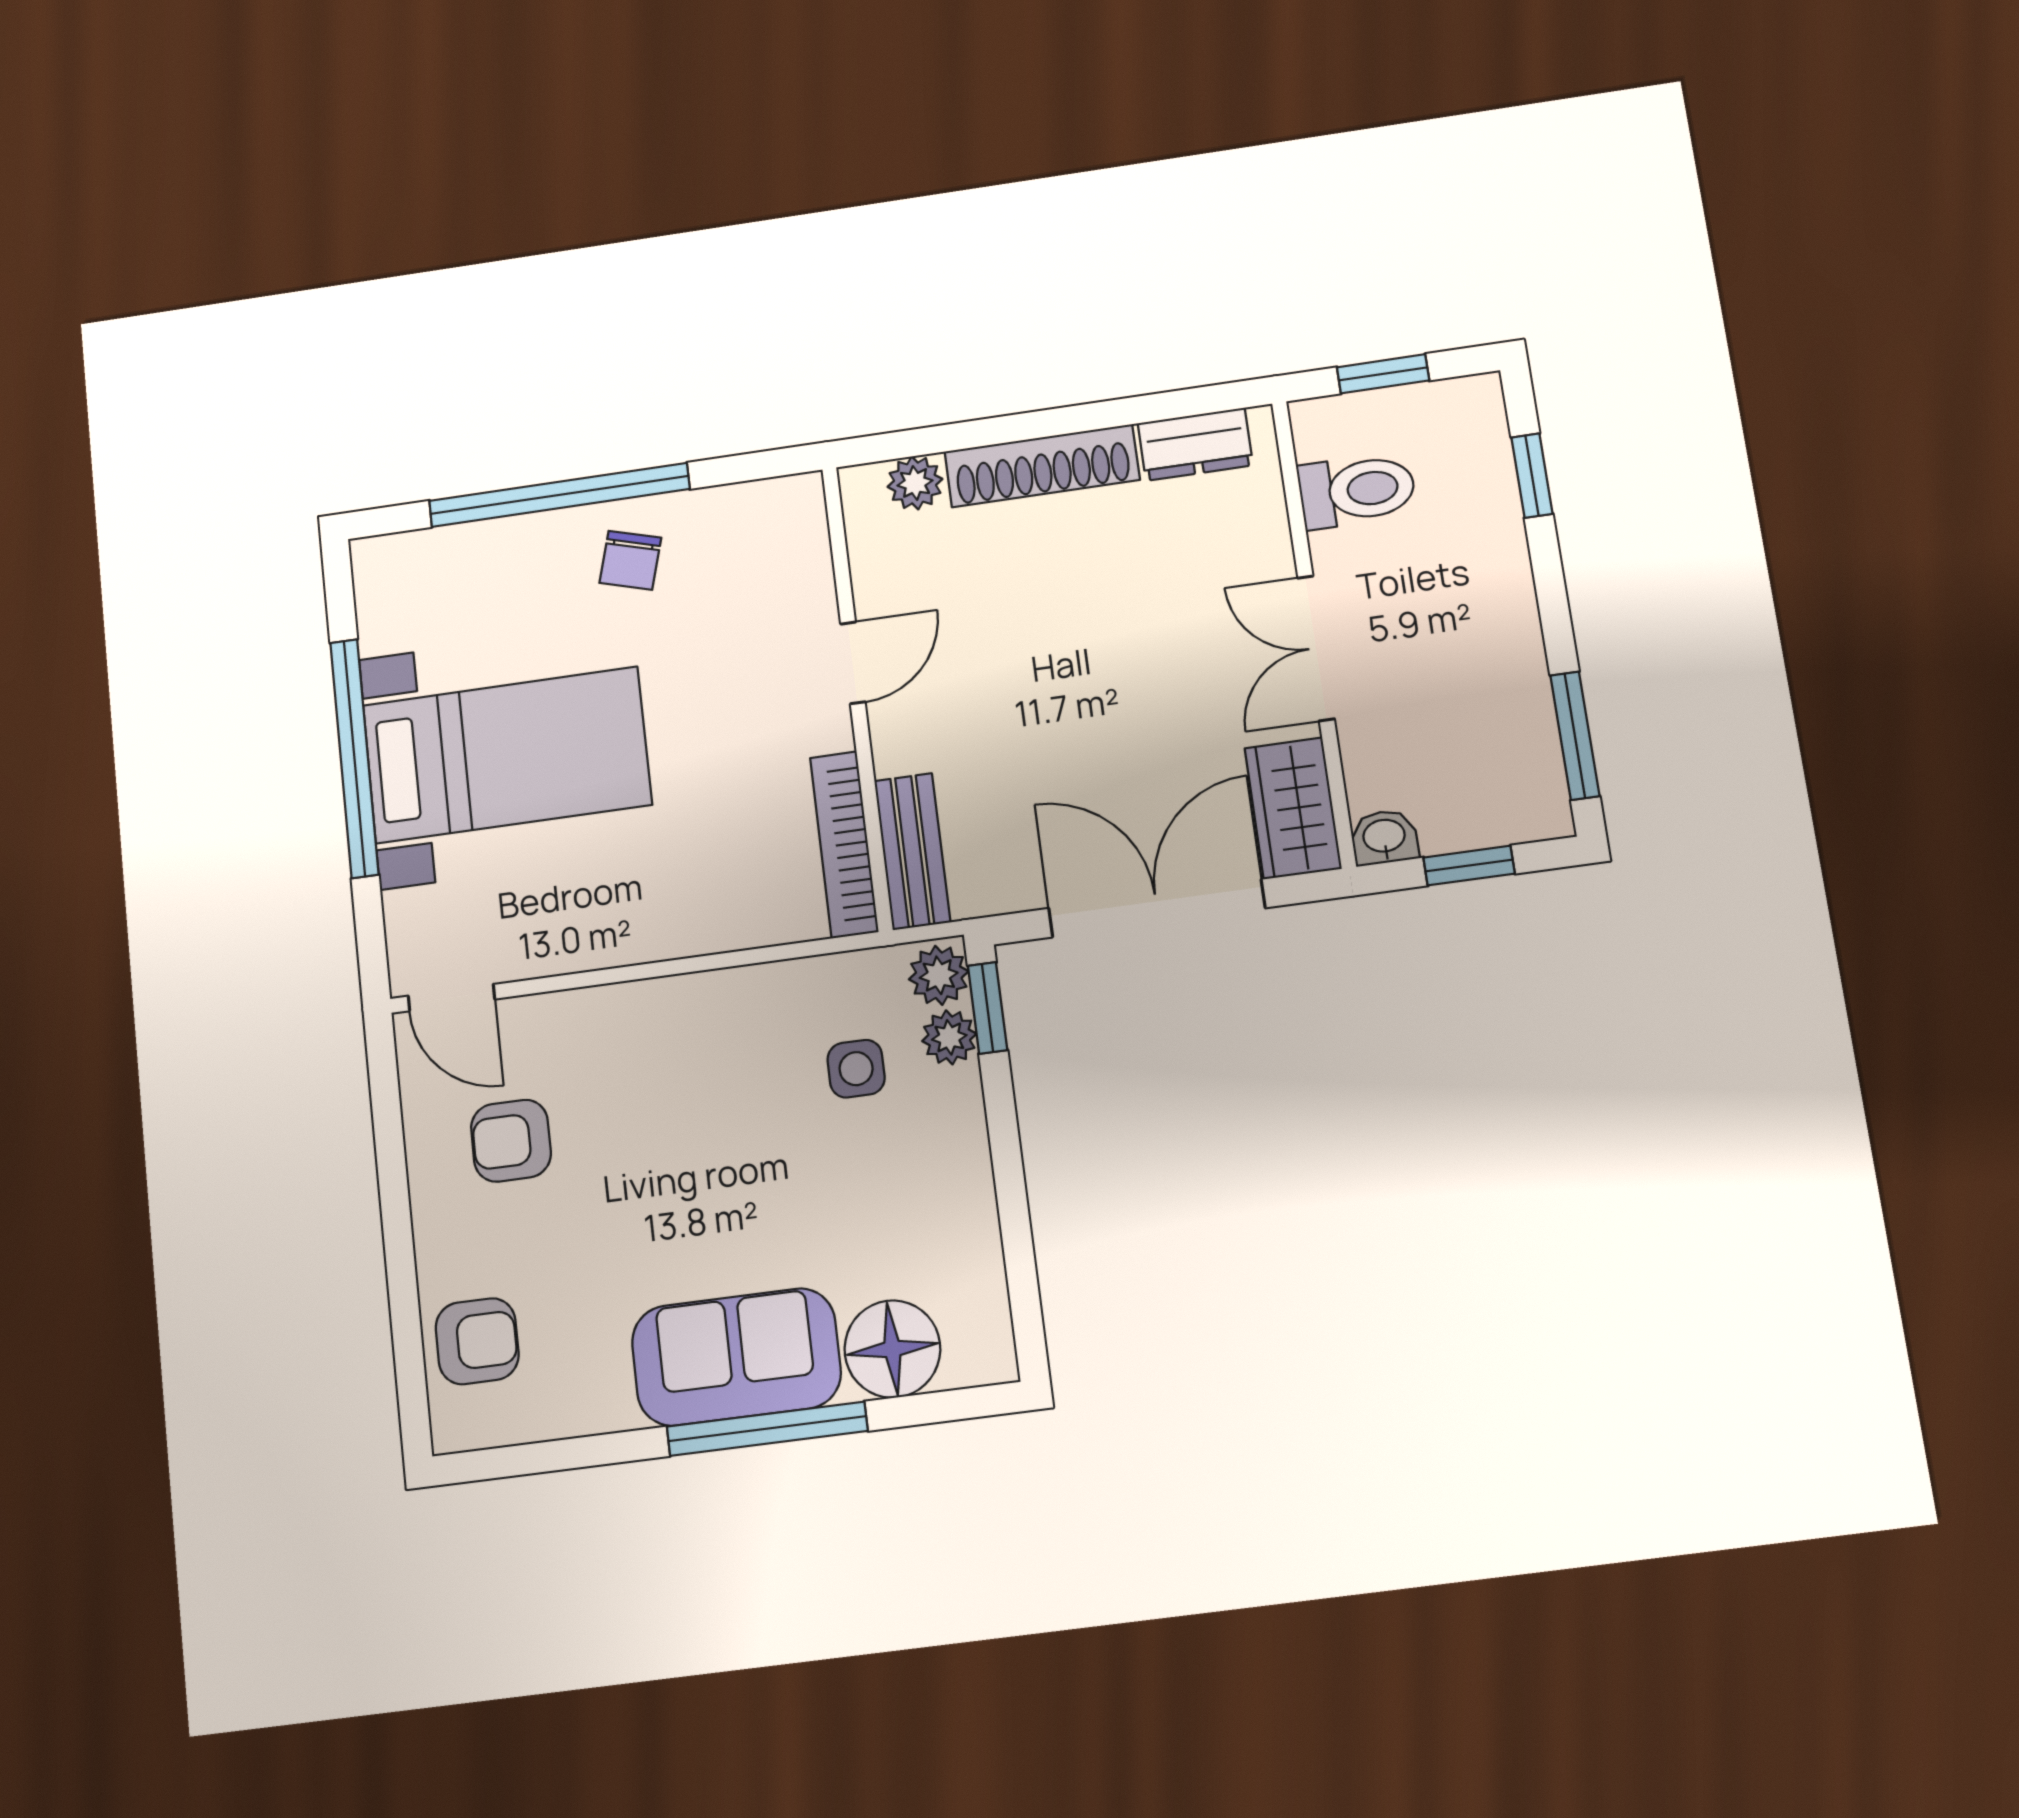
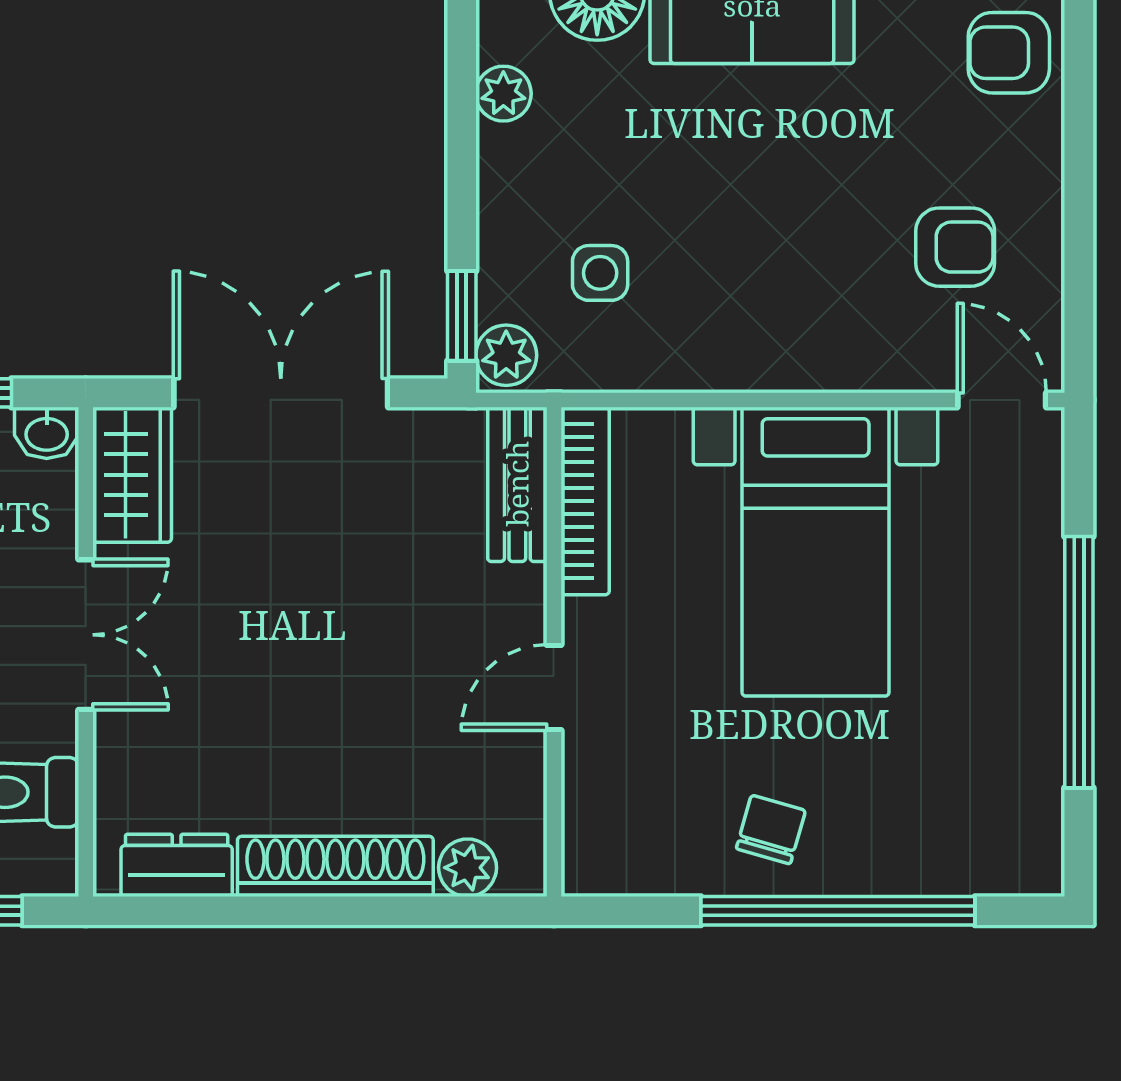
bed with nightstands: (507, 755) -> (816, 552), moved, turned -90
double door: (1157, 908) -> (281, 393), swing flipped
plant: (949, 1037) -> (503, 94), moved

